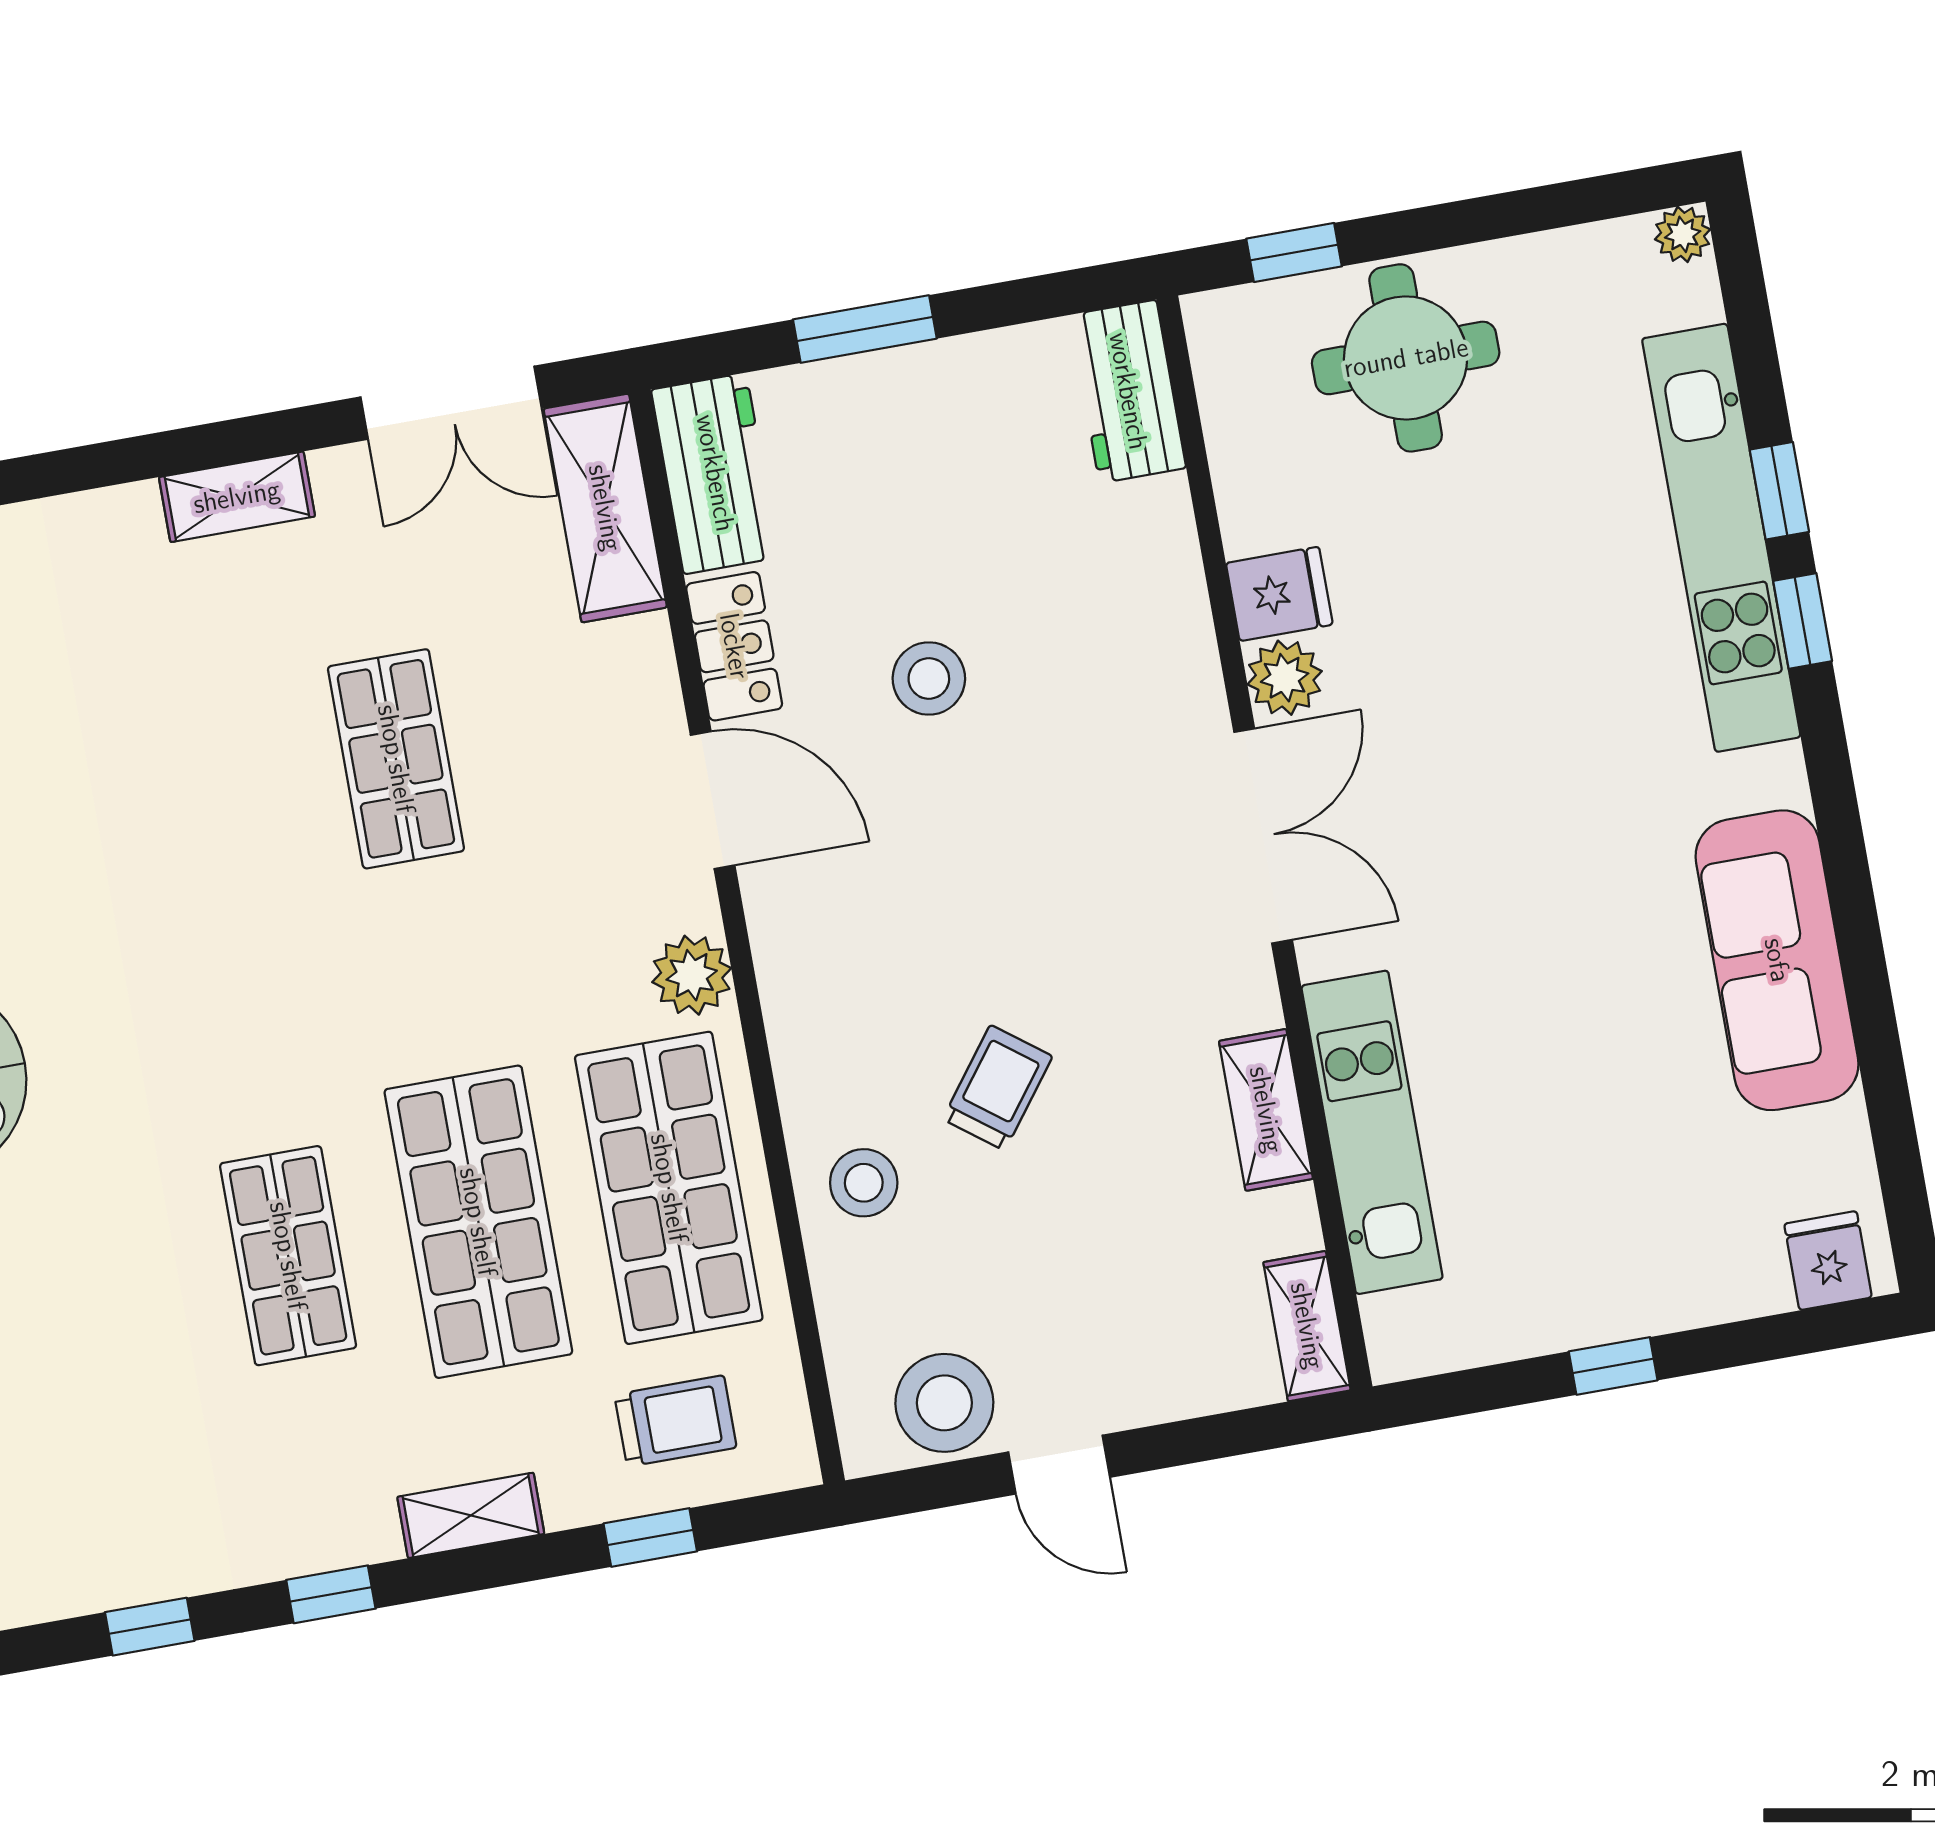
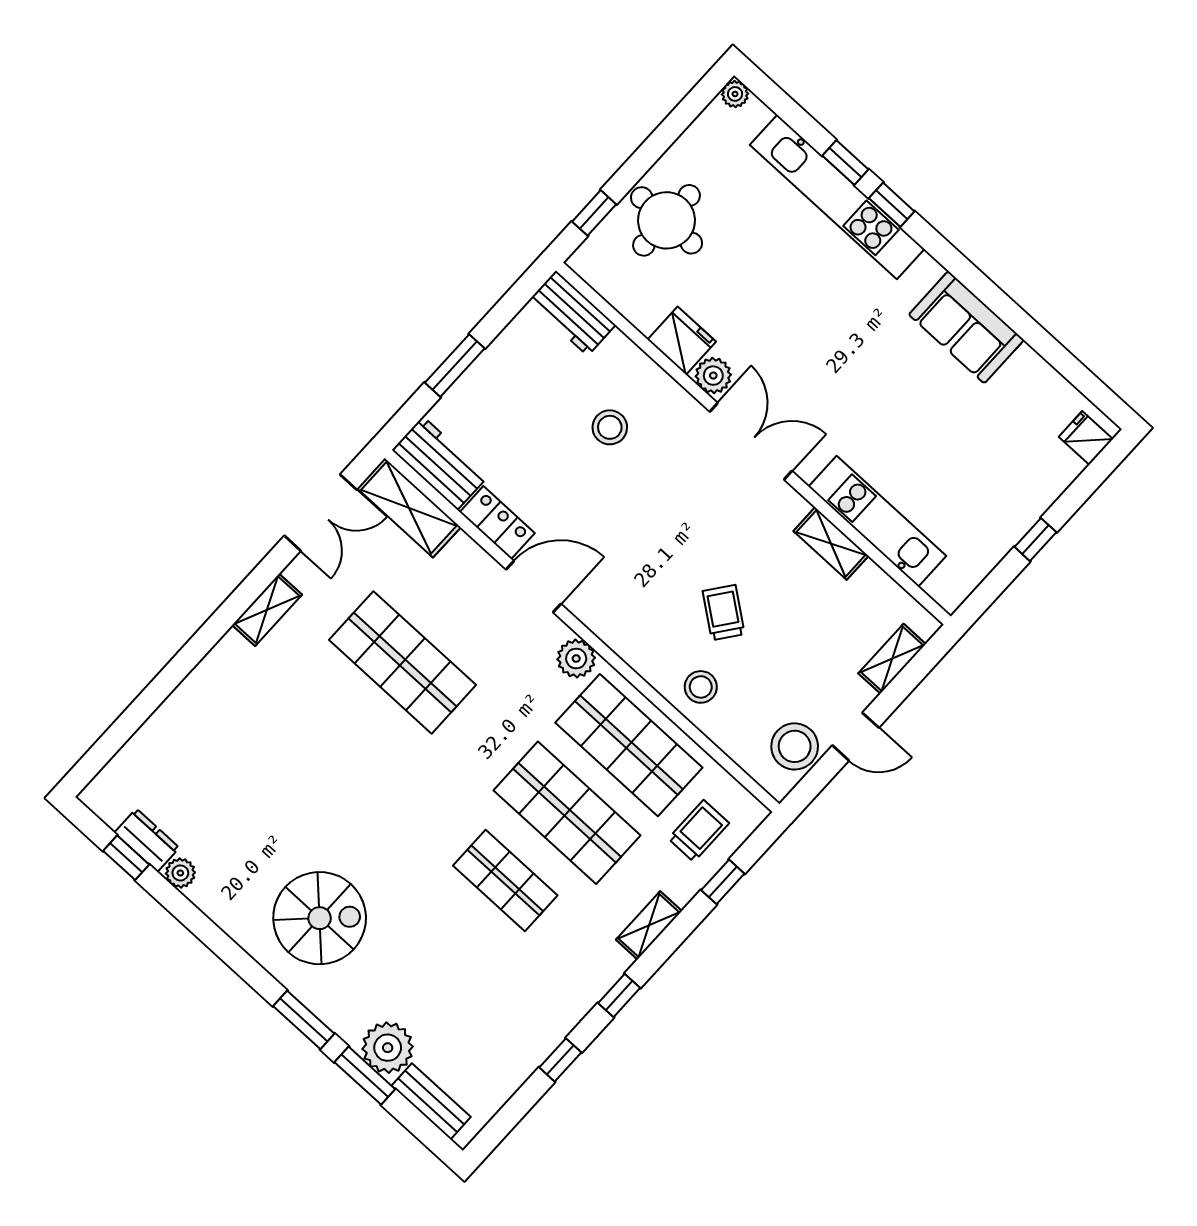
fridge: (1279, 594) -> (682, 341), width x1.38
stool: (929, 678) -> (610, 427), moved
shop shelf: (396, 759) -> (402, 662), width x1.43, depth x1.36
sofa: (1777, 960) -> (966, 327), width x0.73
shelving: (1307, 1326) -> (892, 659), moved, turned 90

